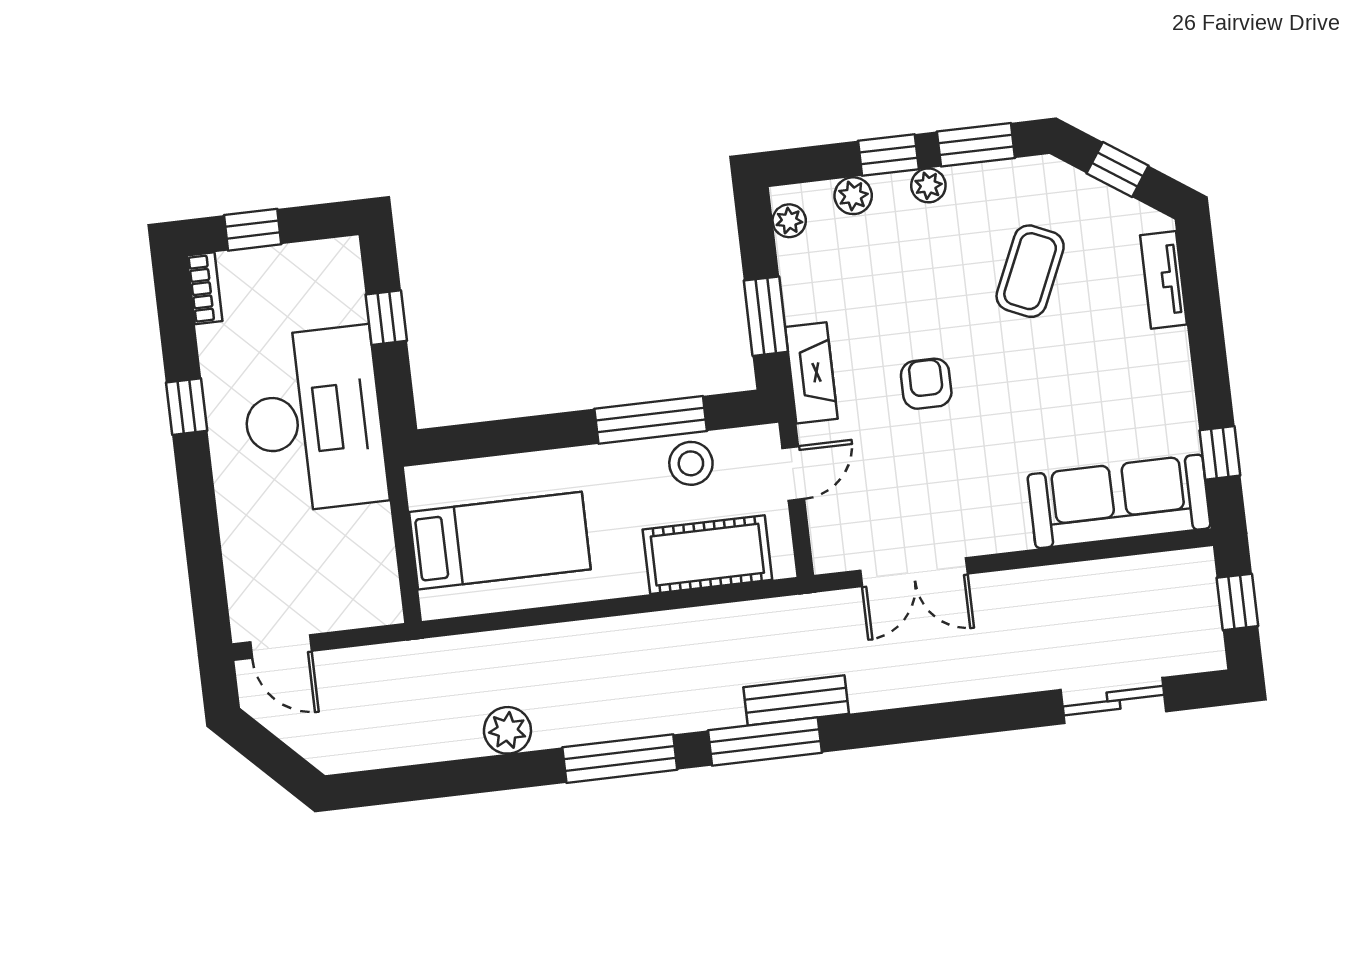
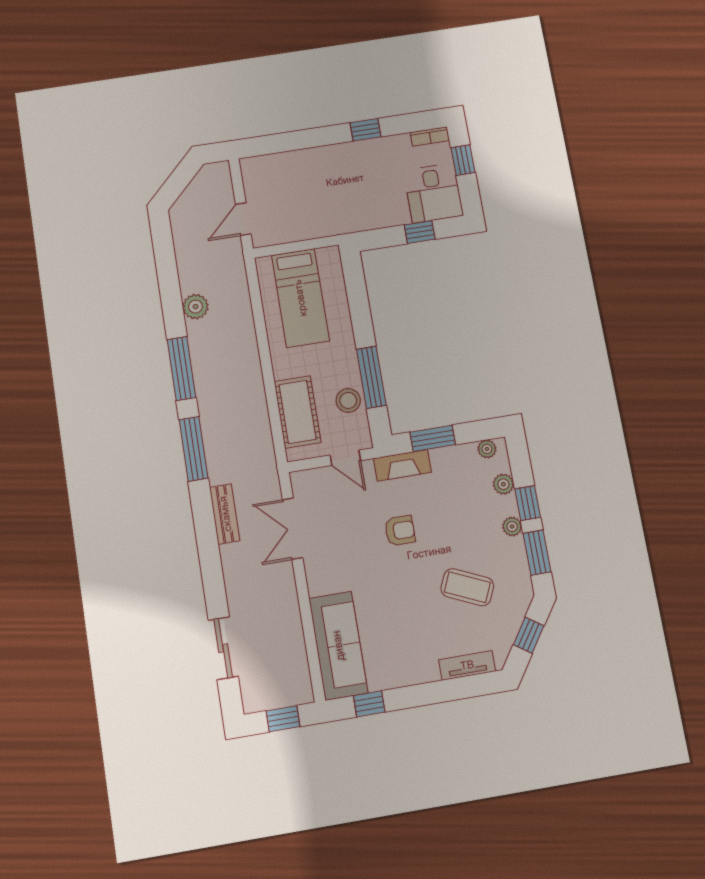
desk: (313, 420) -> (433, 193), moved, width x0.53, depth x0.77
door: (281, 646) -> (243, 219), moved
bench: (796, 700) -> (225, 514), moved

